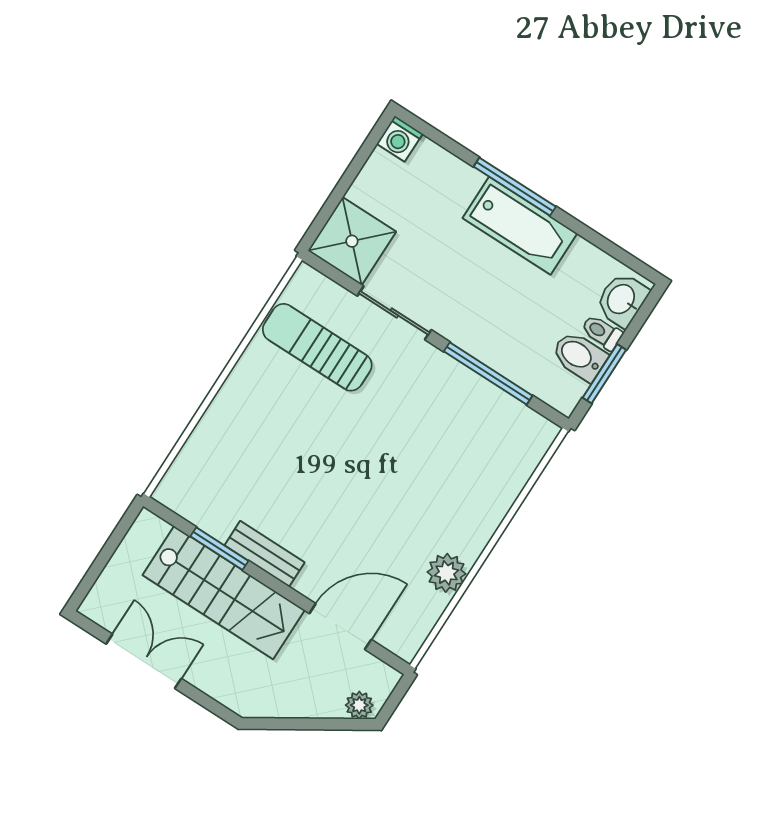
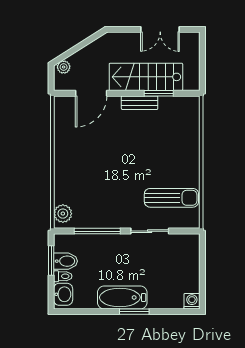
window: (515, 187) -> (134, 312), width x0.69
shower: (352, 241) -> (185, 249), removed
plant: (446, 573) -> (63, 214), moved

